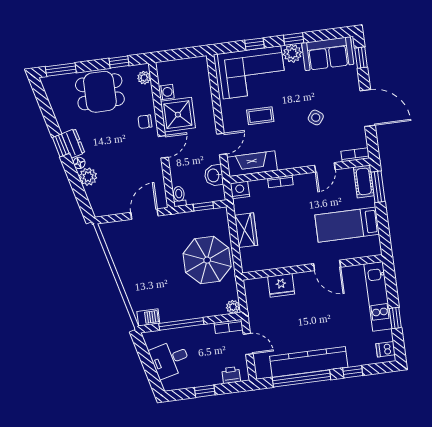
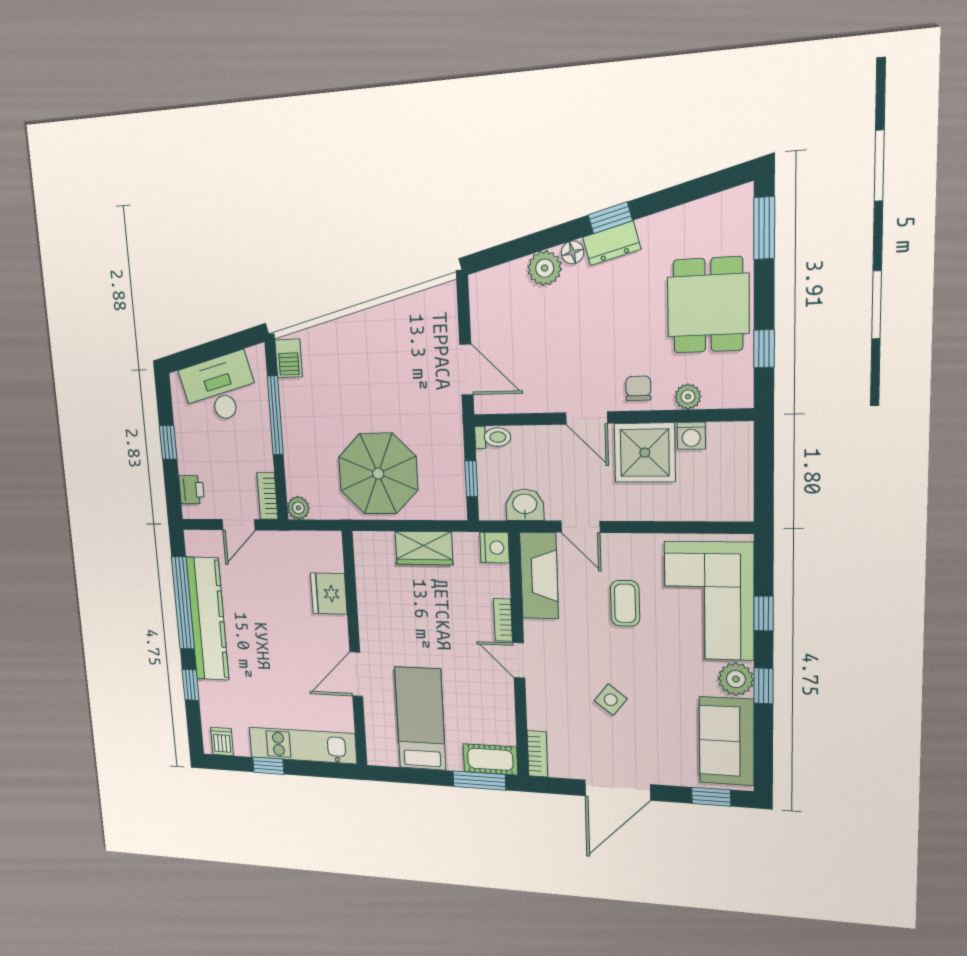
plant: (144, 78) -> (688, 397), moved
door: (325, 167) -> (519, 660), moved
desk: (170, 359) -> (220, 389), width x1.37

